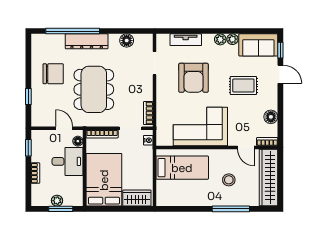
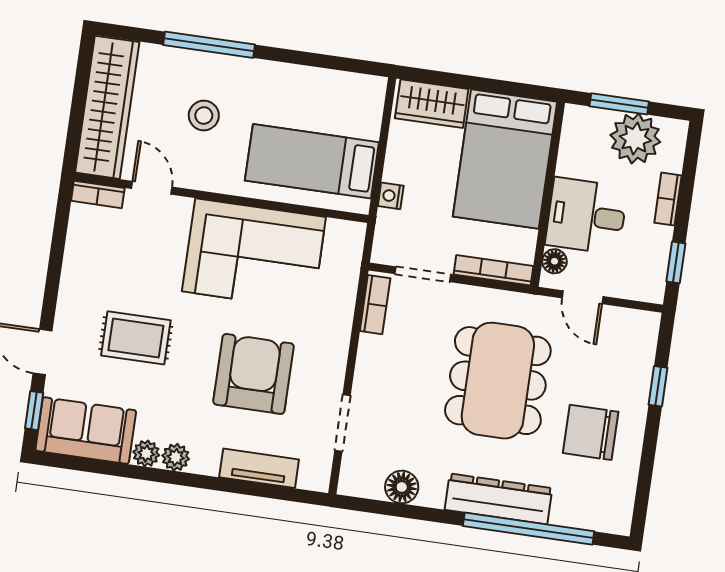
floor lamp: (271, 117) -> (81, 253), removed
nightstand: (148, 140) -> (391, 196), moved
plant: (57, 201) -> (635, 139), width x1.87, depth x1.87

